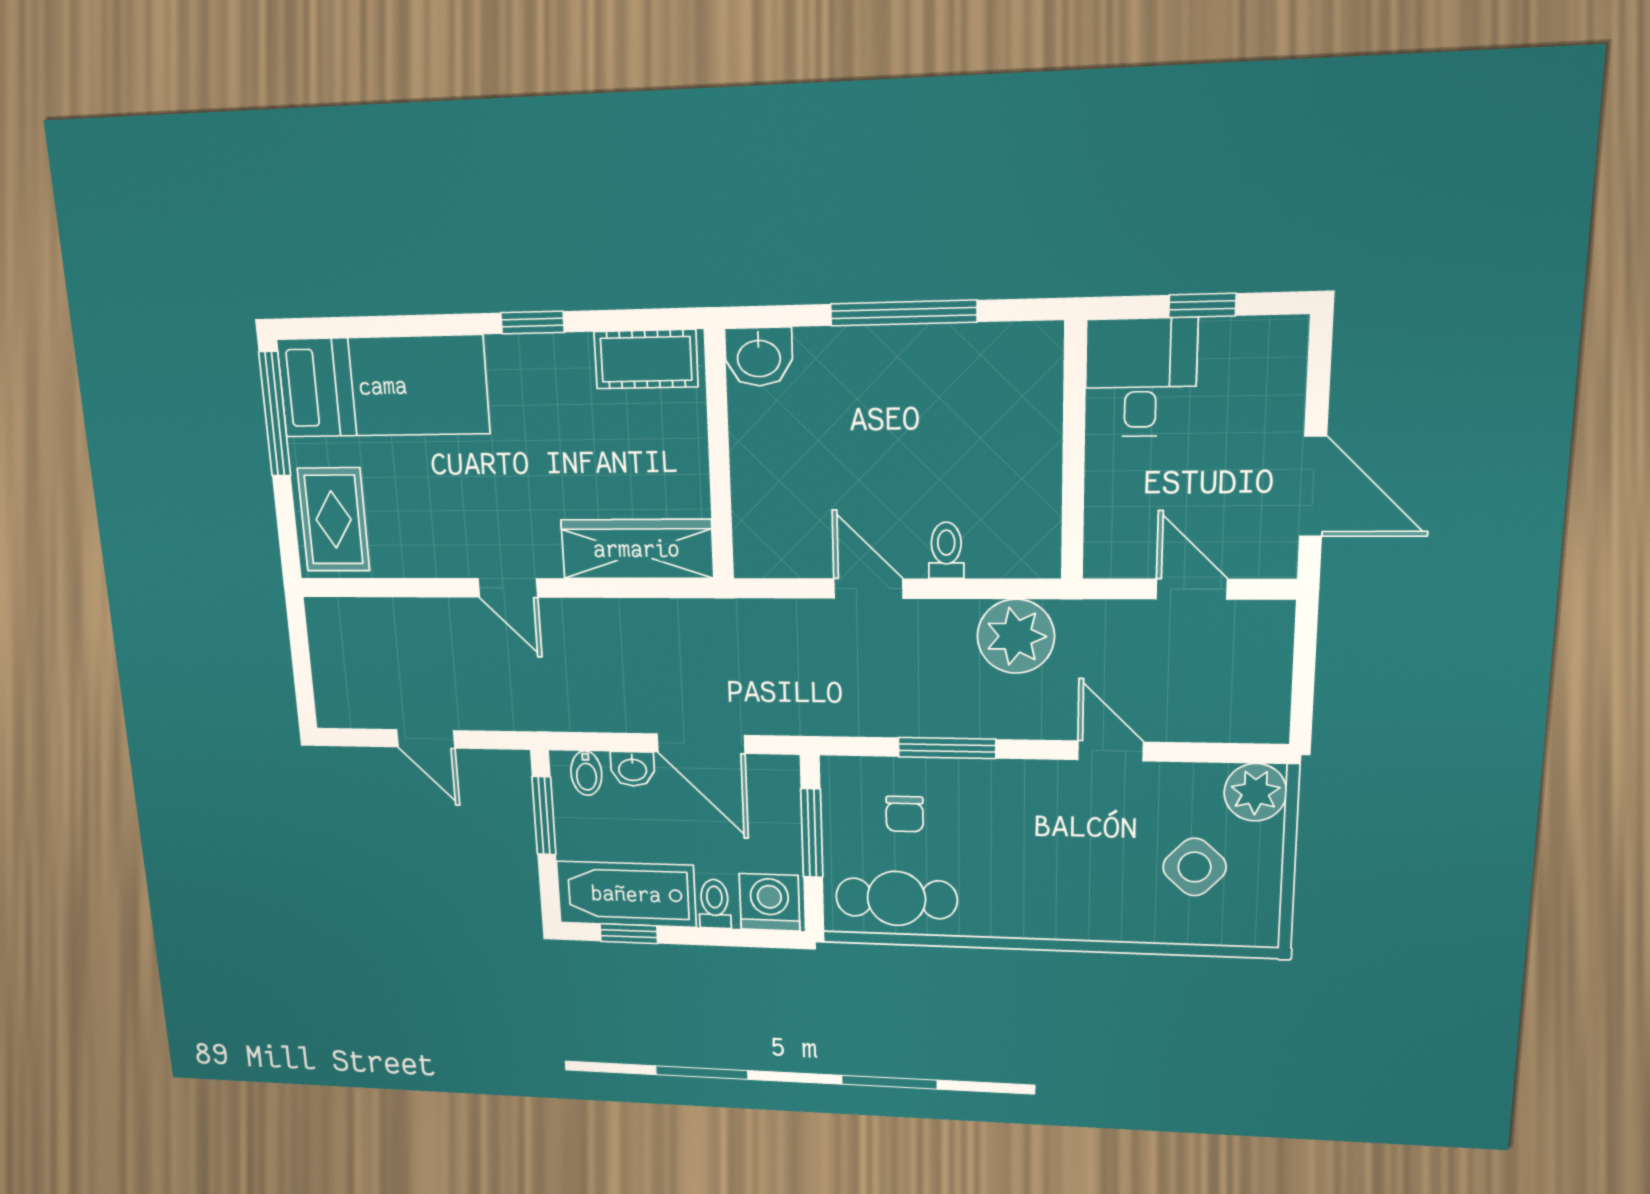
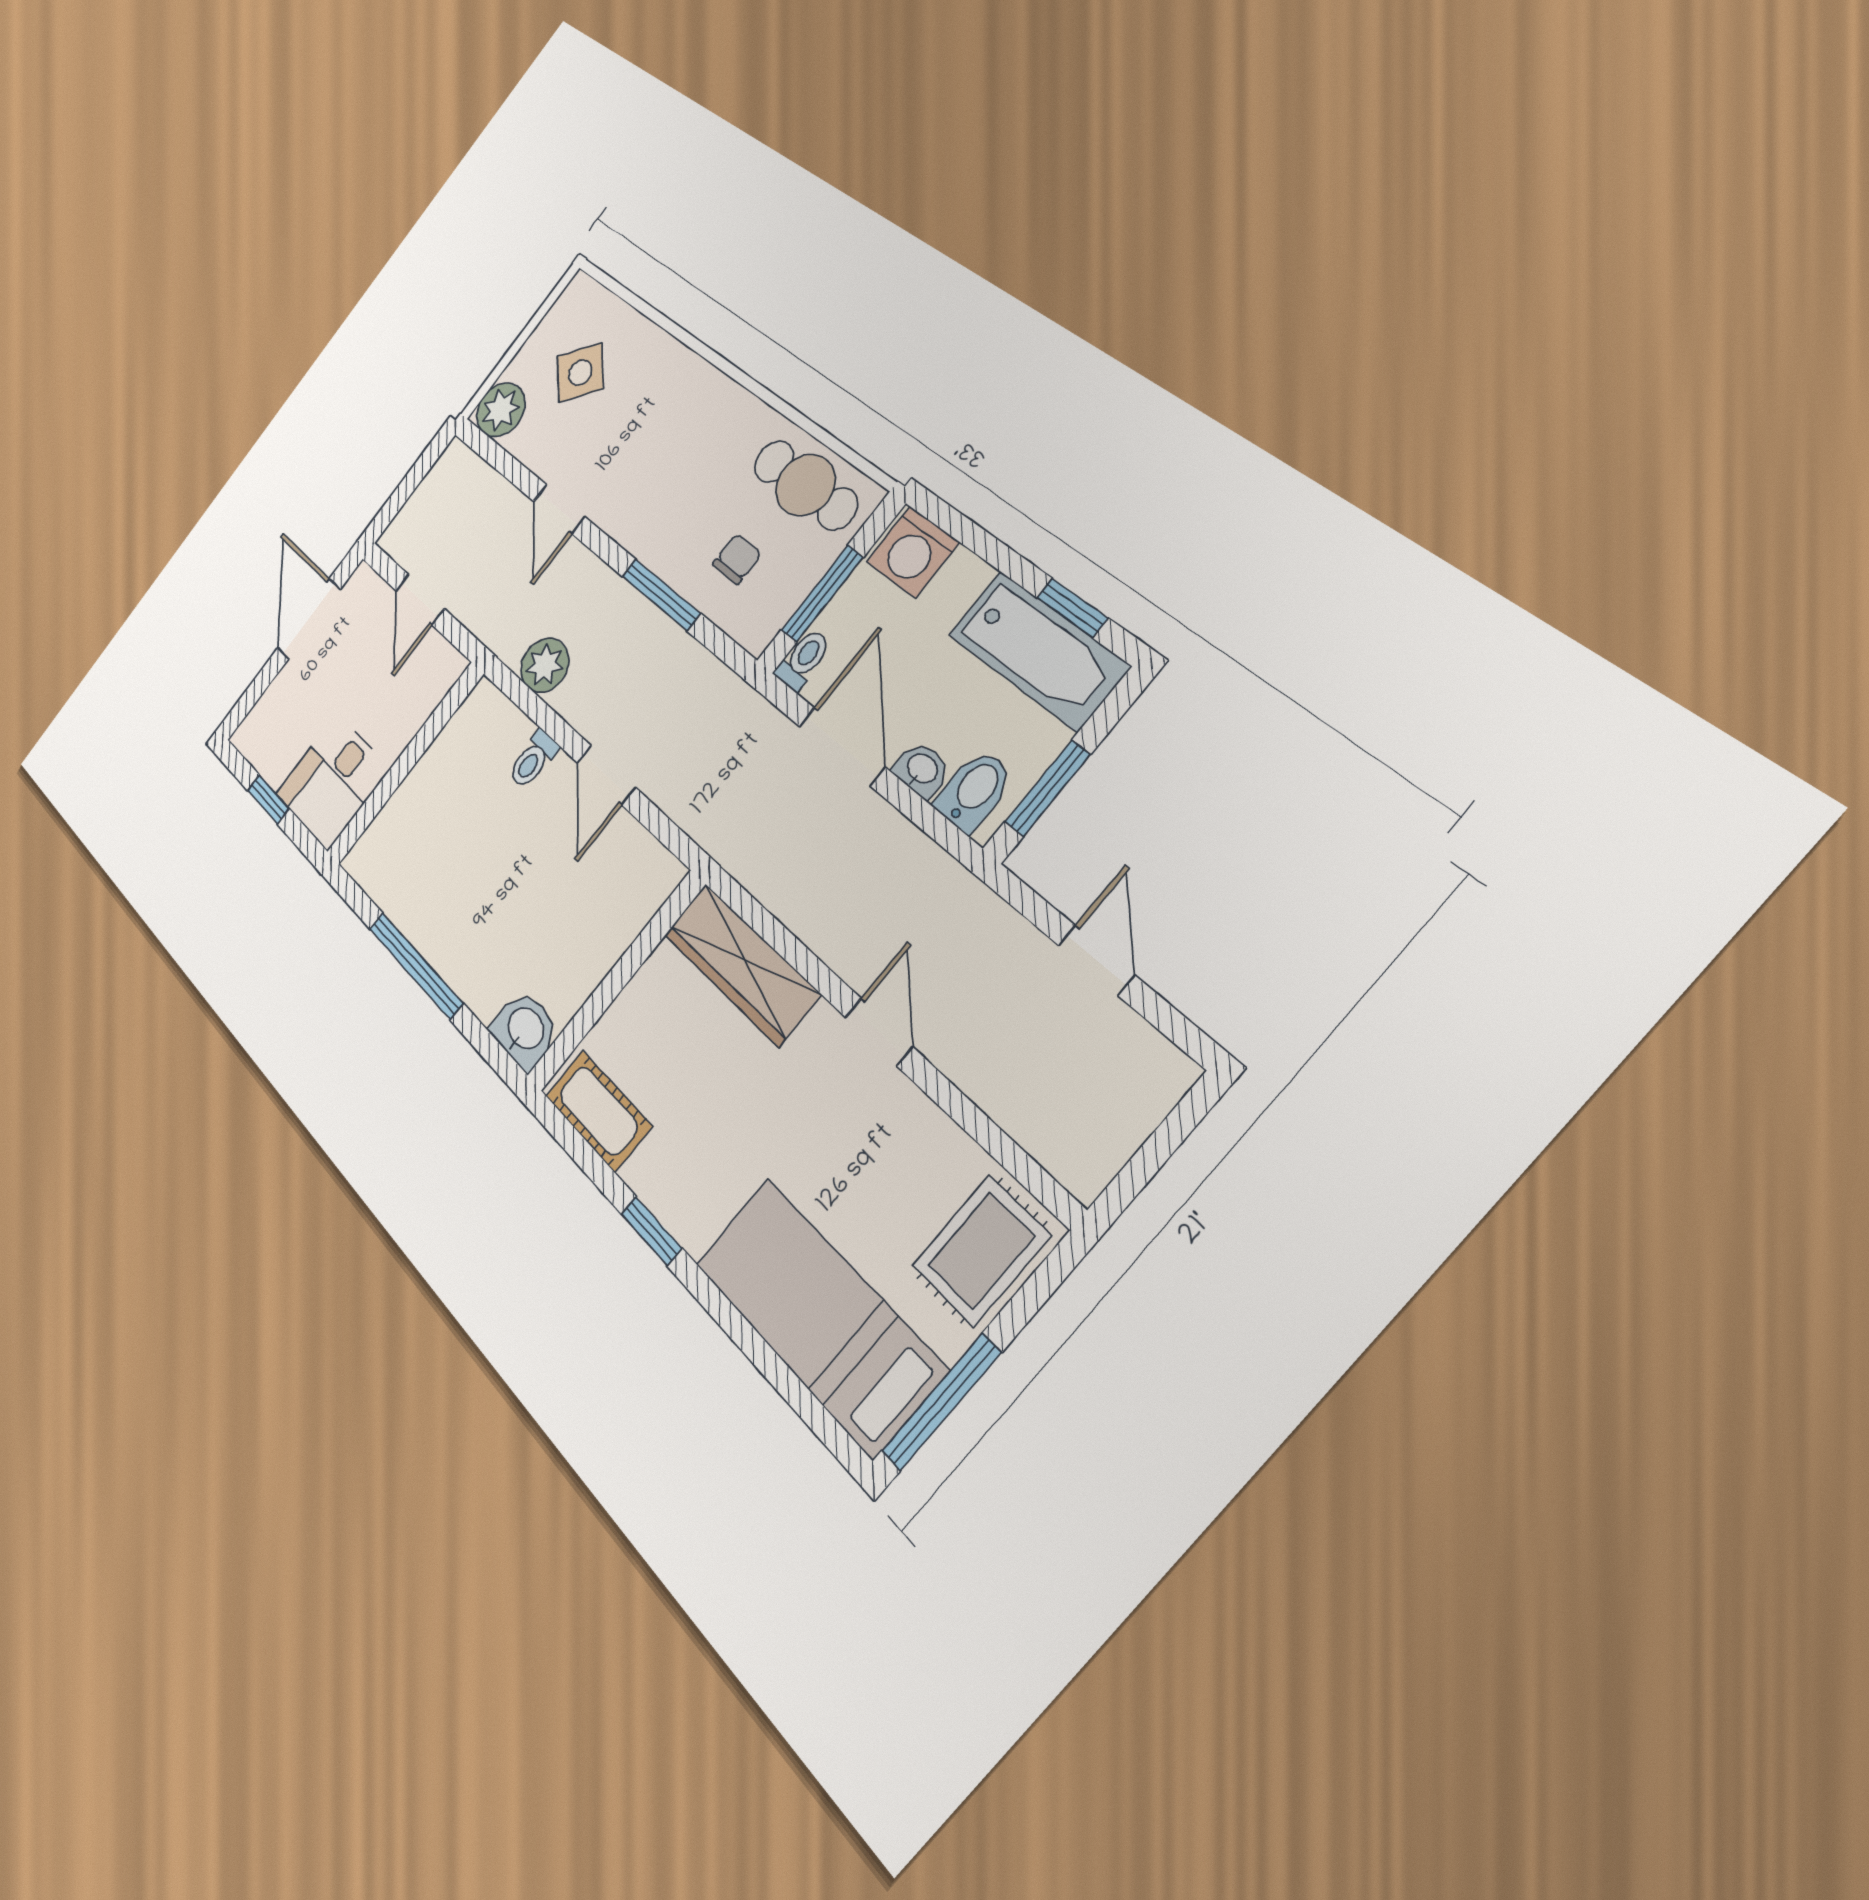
plant: (1016, 636) -> (545, 665), width x0.73, depth x0.73
bidet: (586, 773) -> (974, 791), width x1.38, depth x1.36
toilet: (715, 904) -> (803, 660), moved, turned 180

